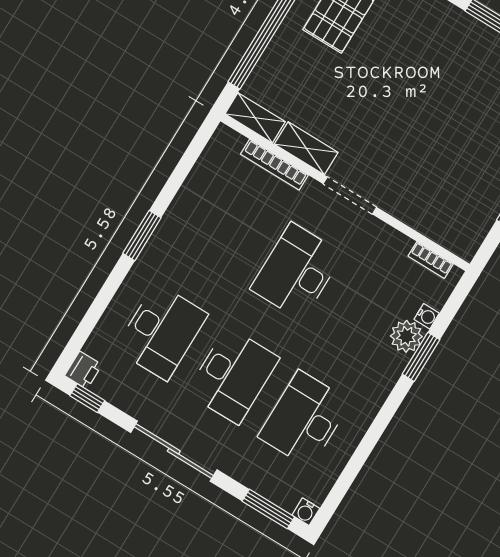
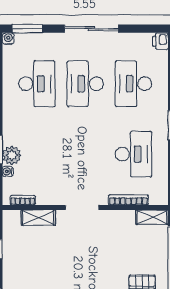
shelving: (306, 148) -> (38, 218), moved
desk: (297, 271) -> (134, 154), moved
window: (87, 398) -> (150, 29), removed

